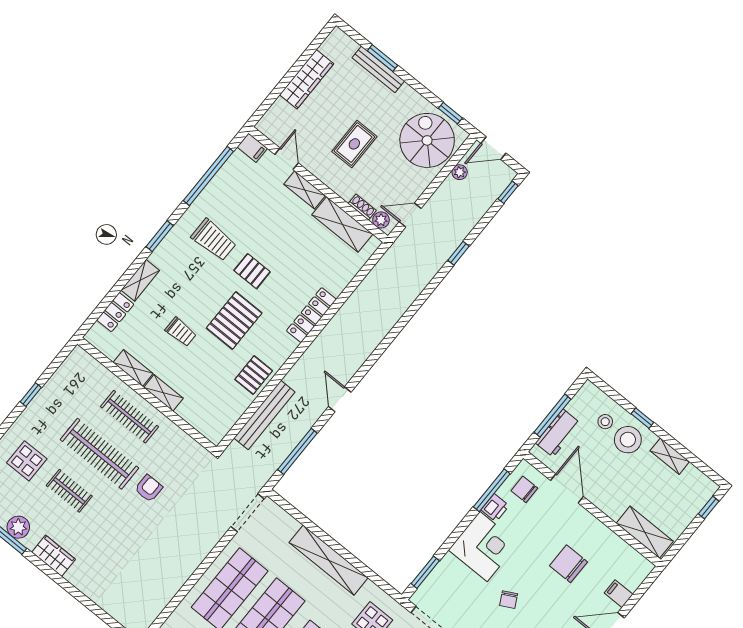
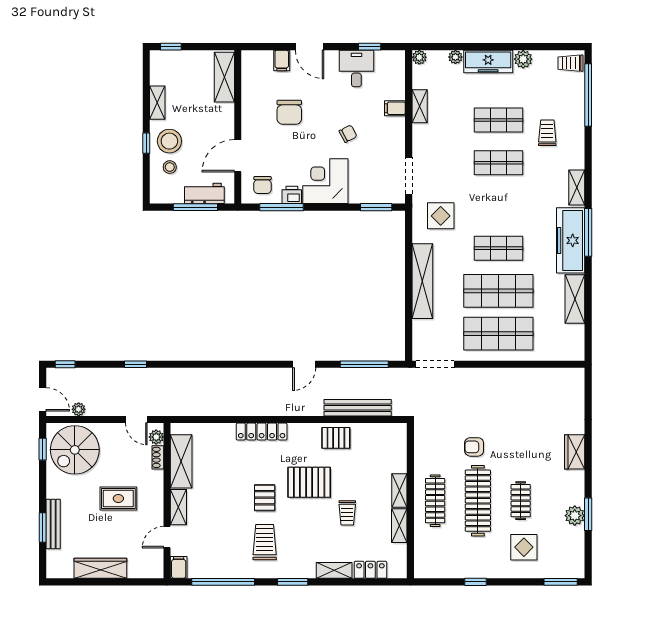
trolley: (181, 332) -> (347, 513), turned 180
wardrobe: (54, 556) -> (575, 452), moved

